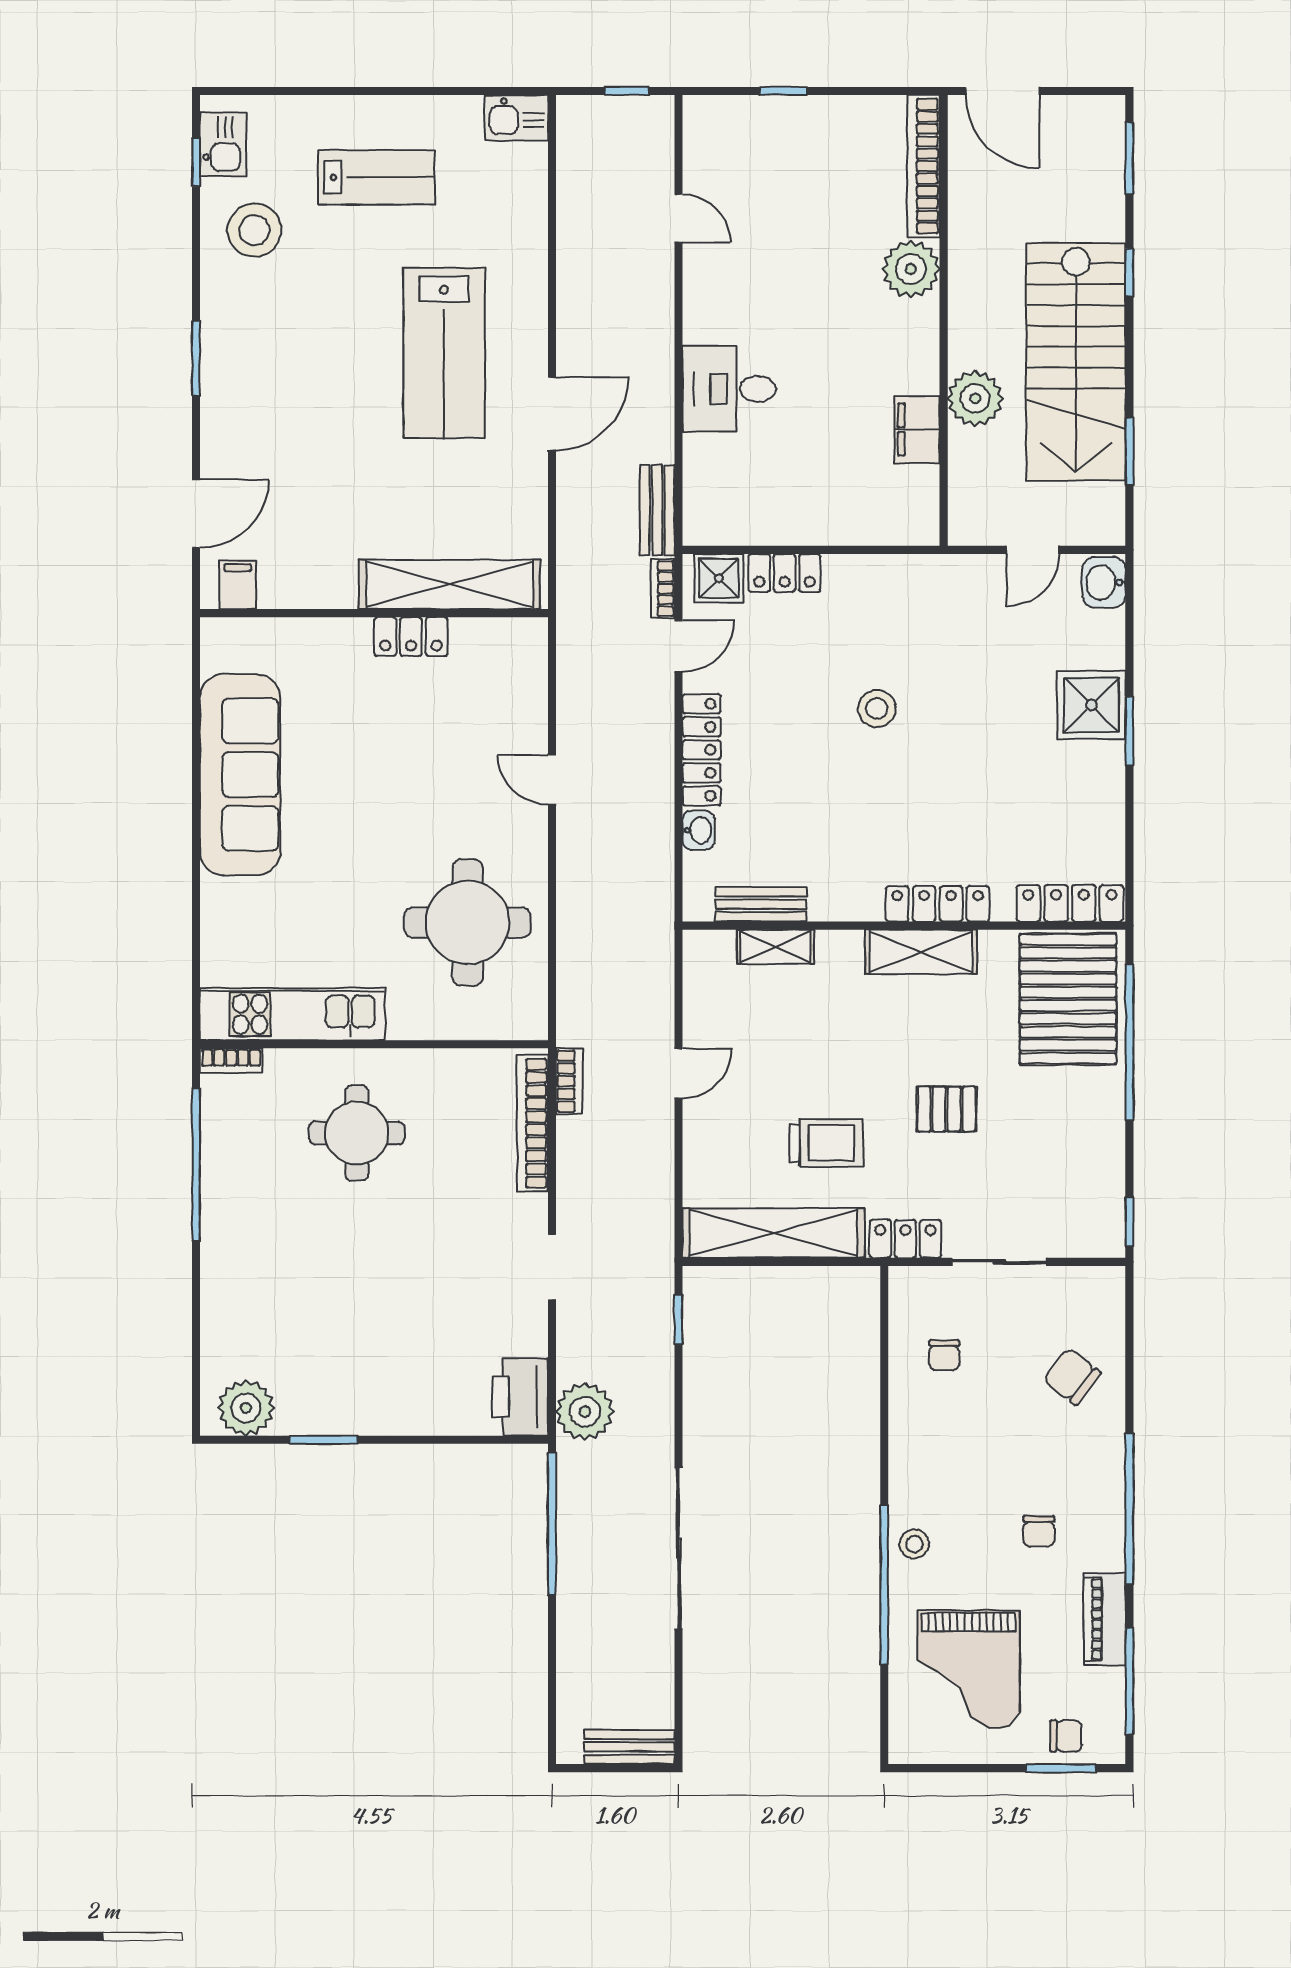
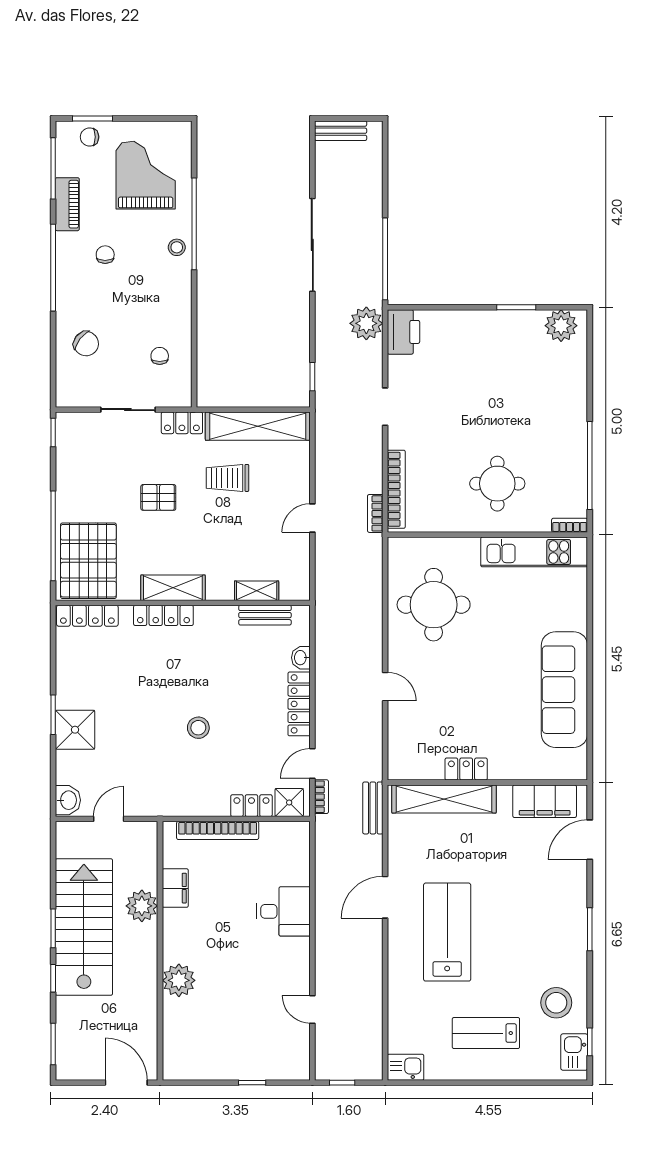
bookcase: (923, 166) -> (218, 830), moved, turned 90
window: (1129, 451) -> (53, 928), moved
bench: (657, 510) -> (373, 808), moved
filing cabinet: (238, 585) -> (545, 801), width x3.00, depth x1.17

